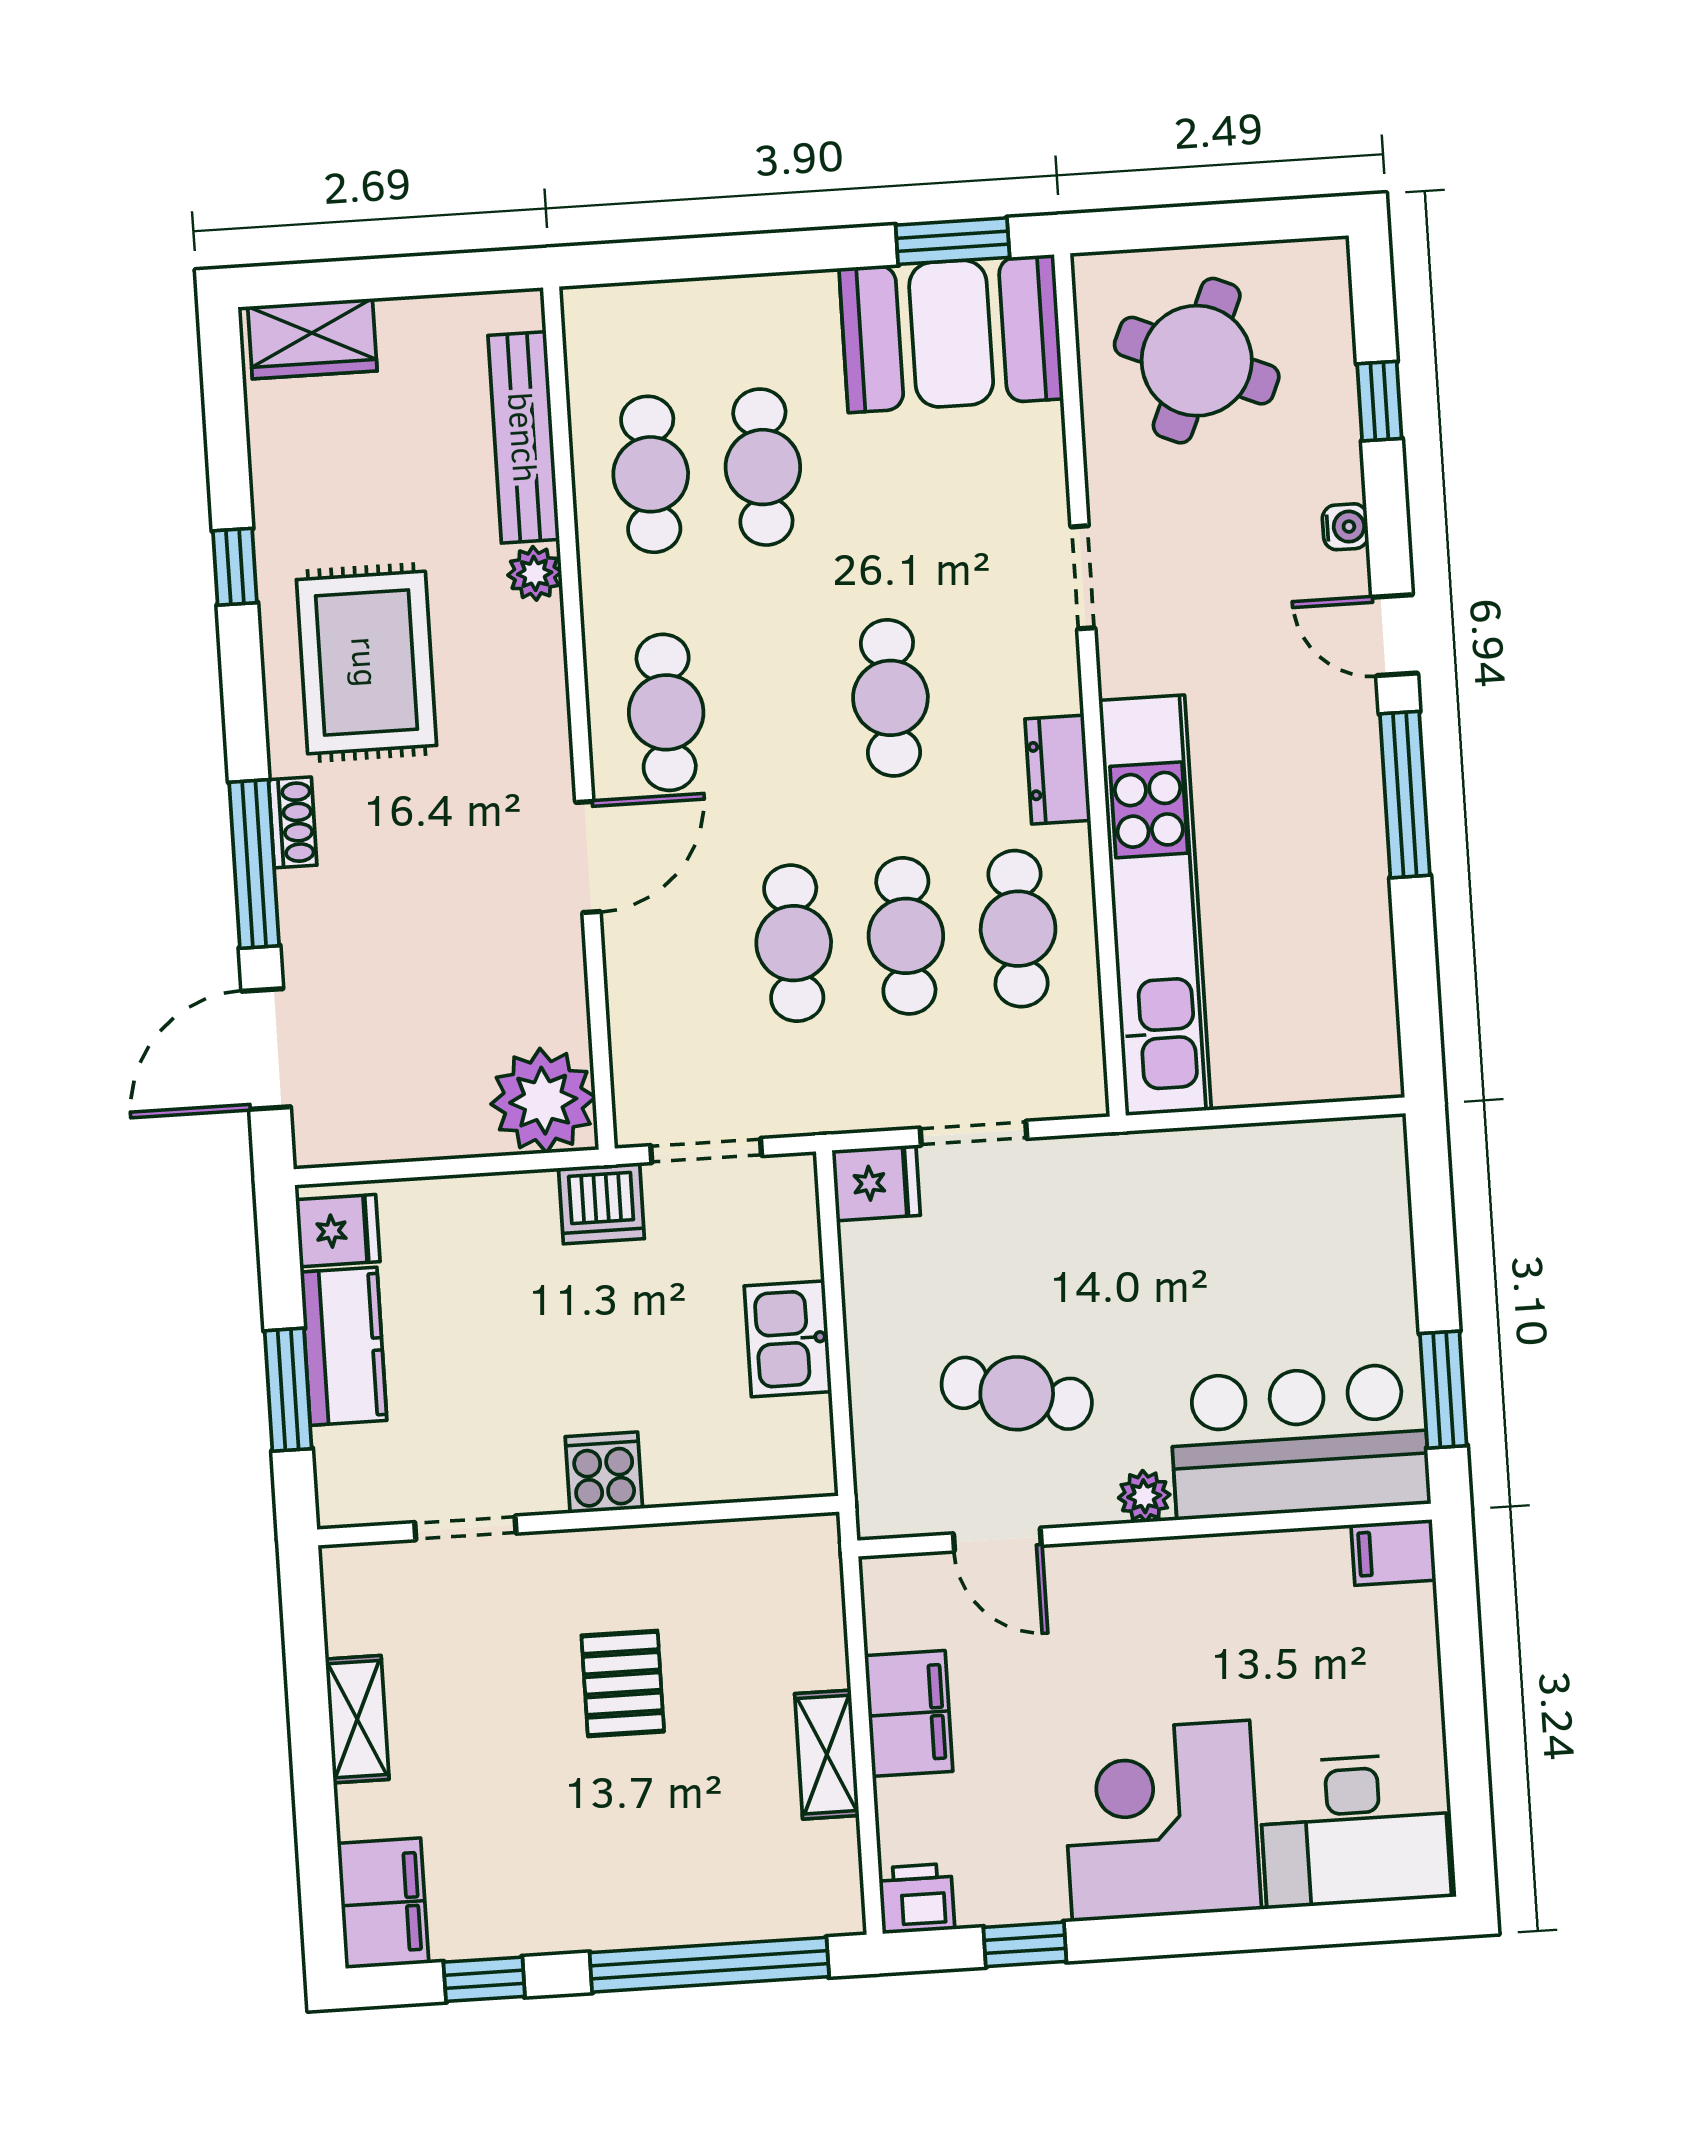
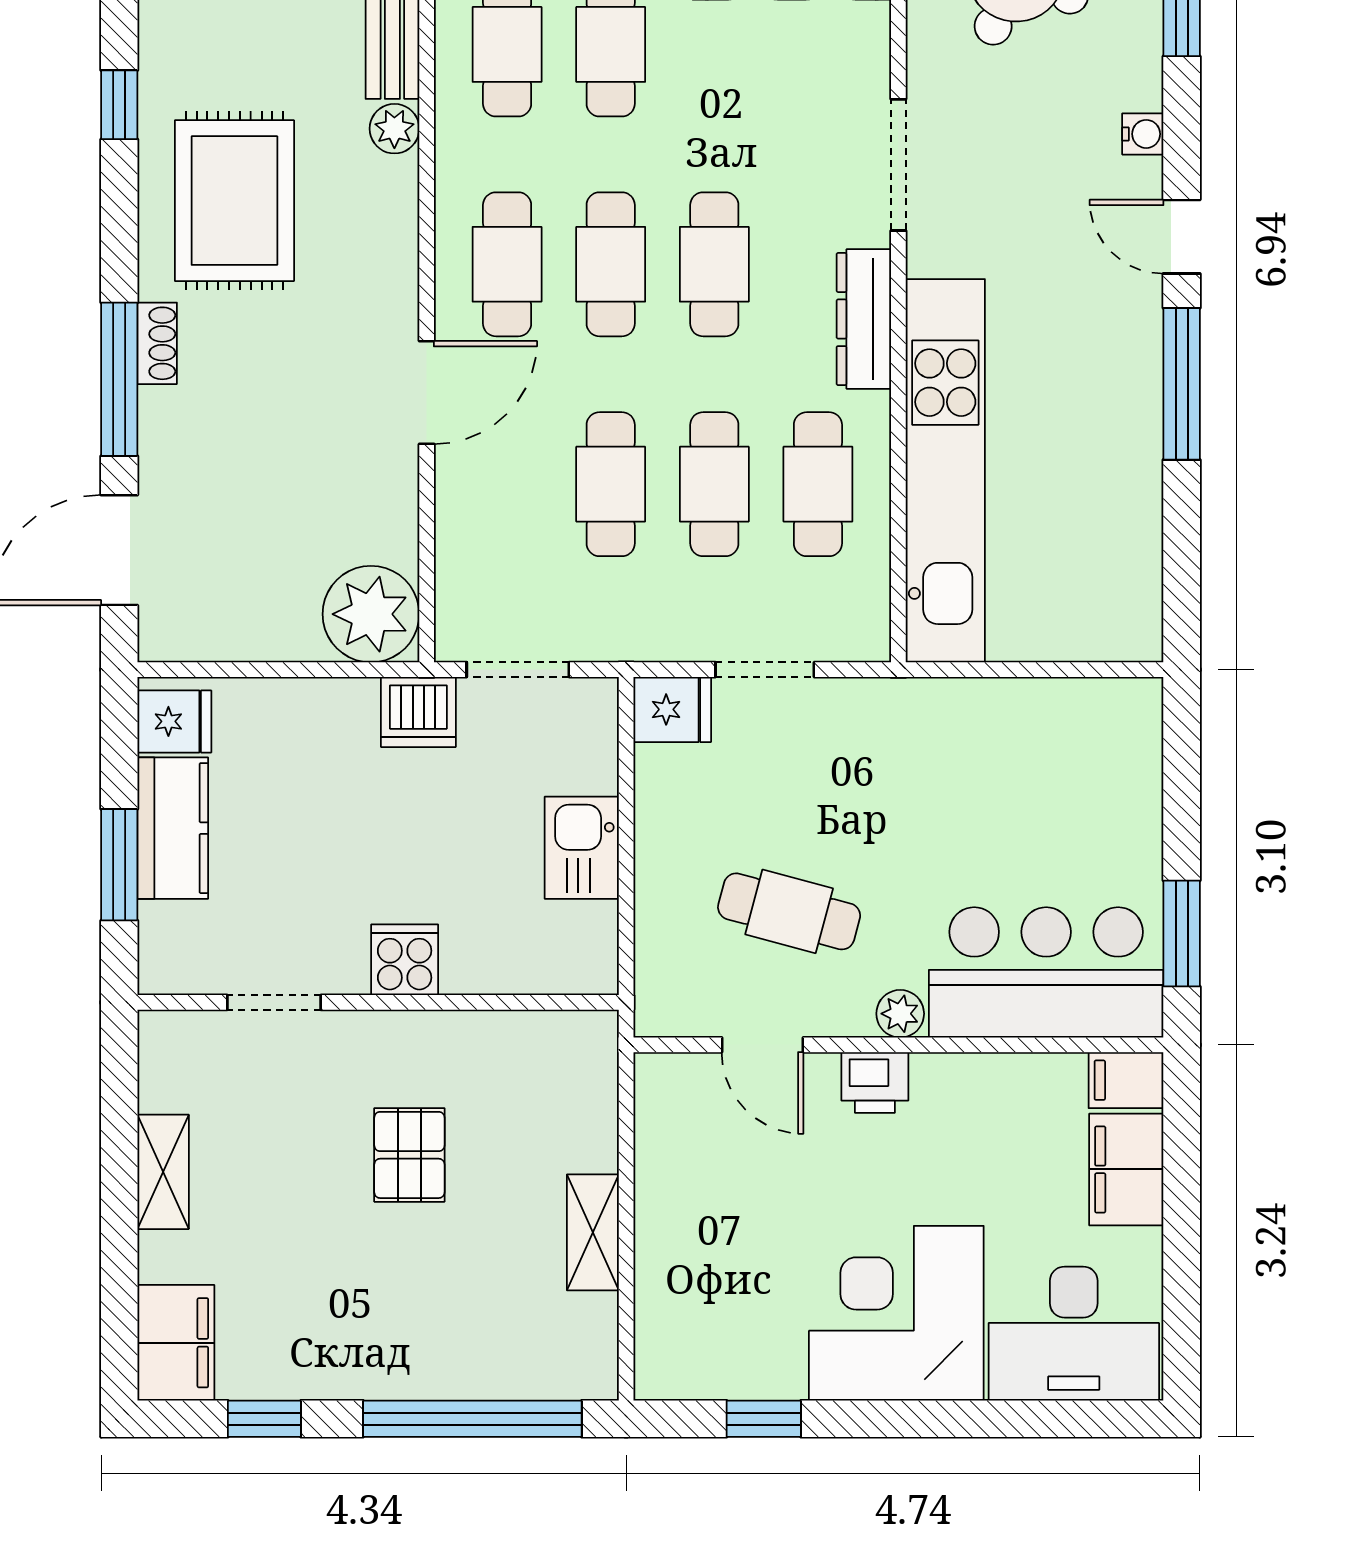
doorway: (1083, 577) -> (898, 165), width x1.38
cafe table: (778, 705) -> (611, 264), added
dresser: (1058, 770) -> (864, 319), width x1.44
filing cabinet: (909, 1713) -> (1126, 1169), moved, turned 180
printer: (917, 1899) -> (875, 1082), moved, turned 180

